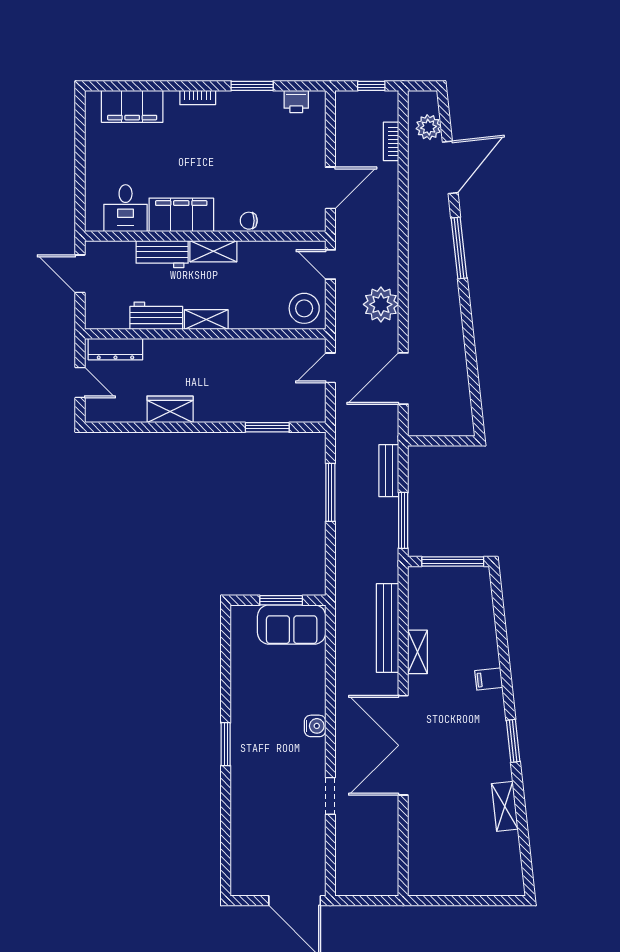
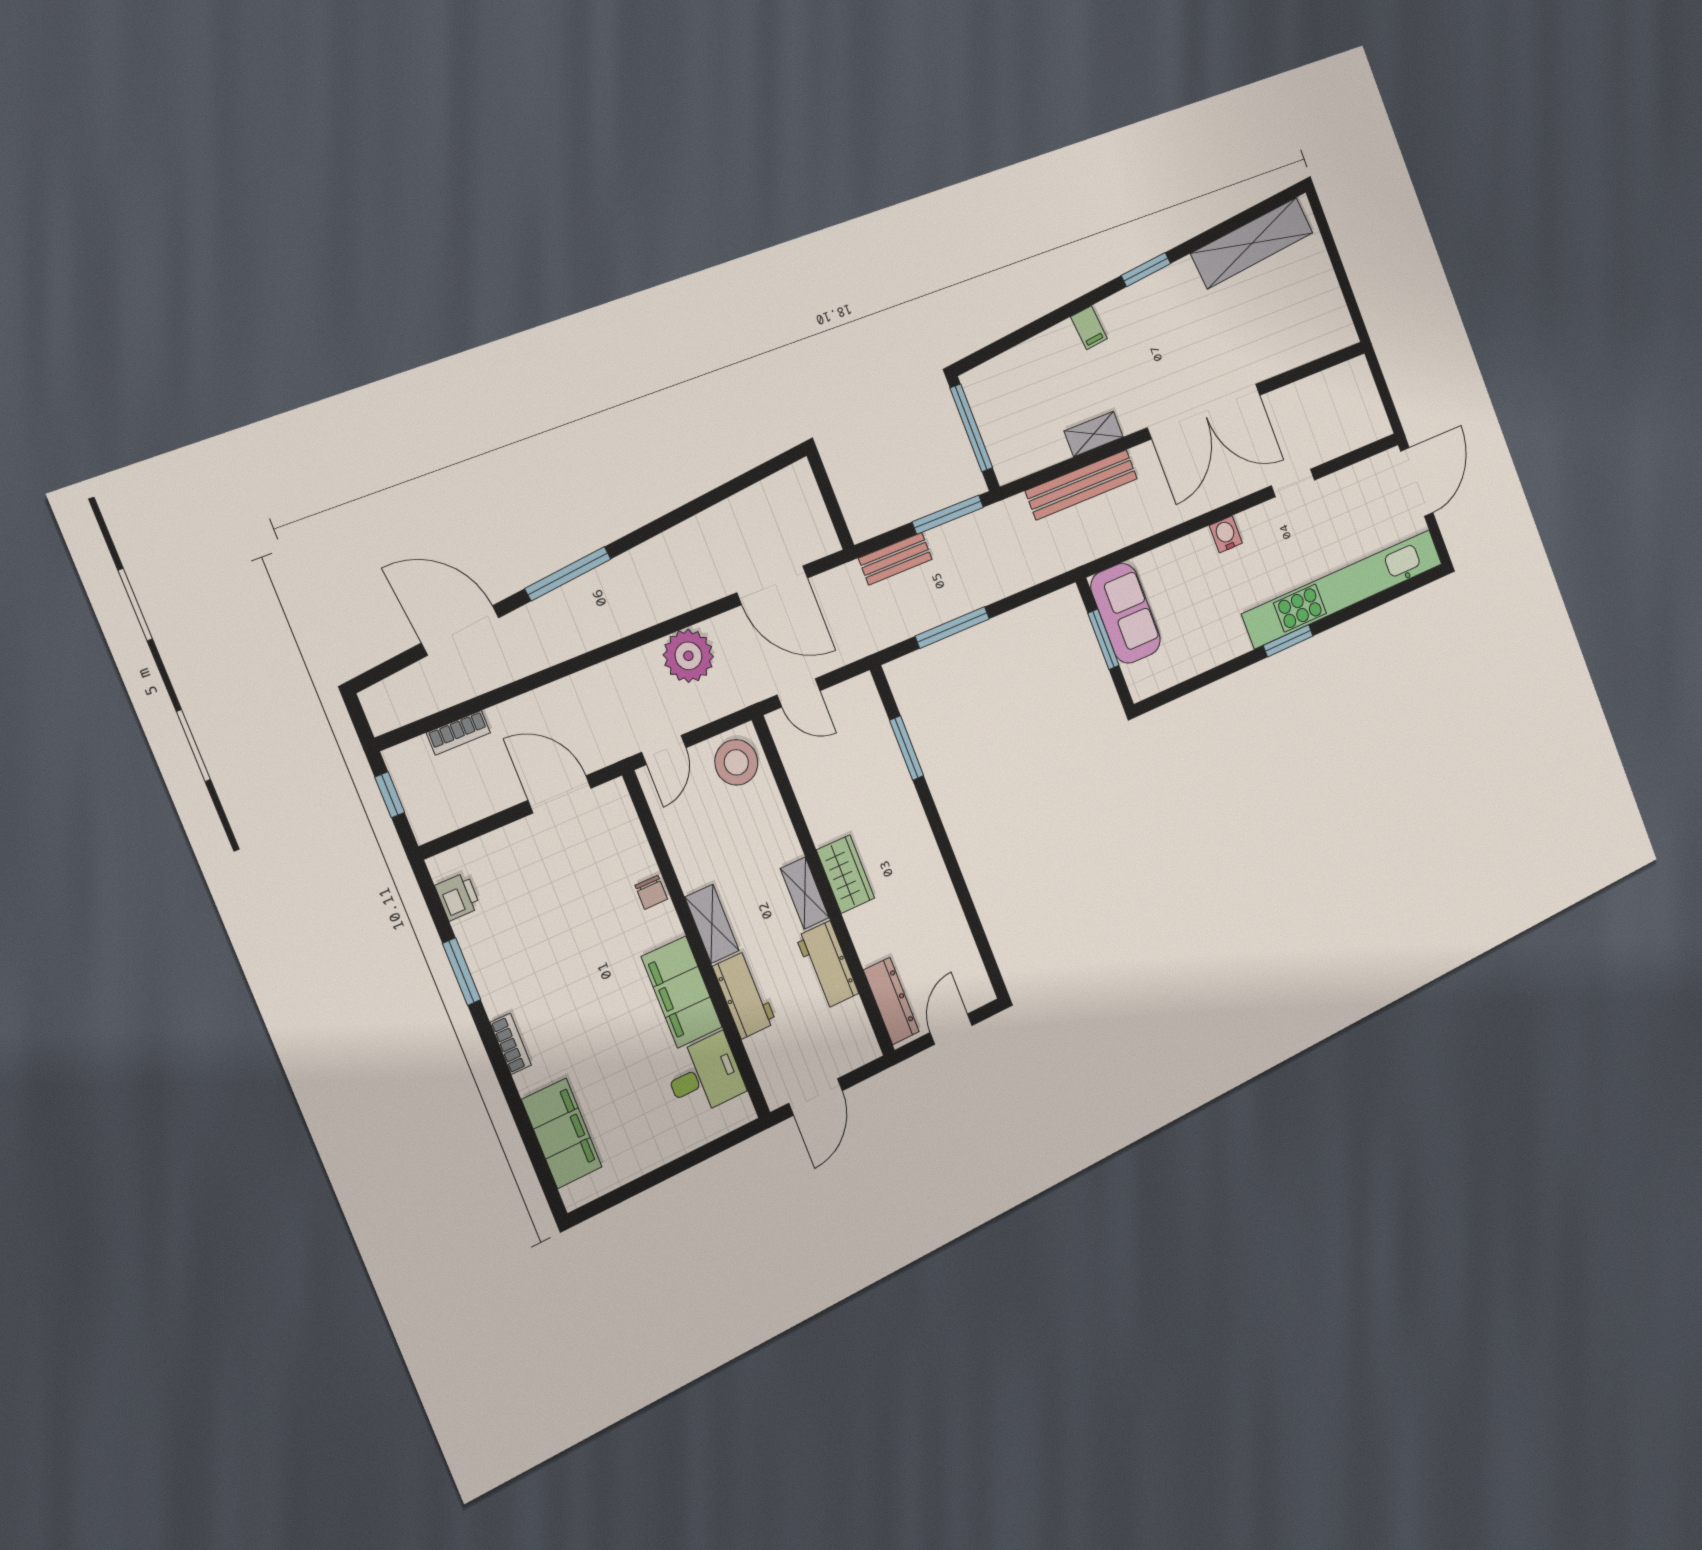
plant: (429, 127) -> (415, 685), removed
wardrobe: (170, 409) -> (846, 874), moved, turned 180
kitchen unit: (244, 805) -> (1343, 588), added
shelving: (505, 806) -> (1252, 243), width x2.20, depth x1.33

